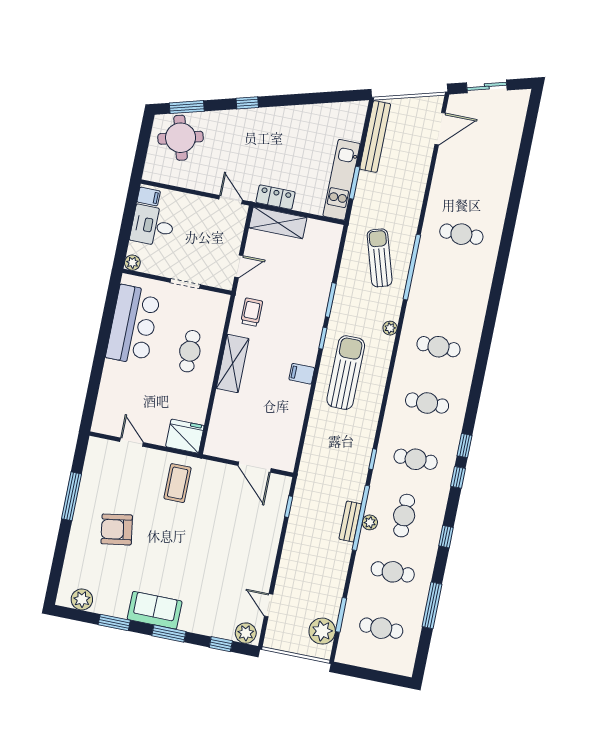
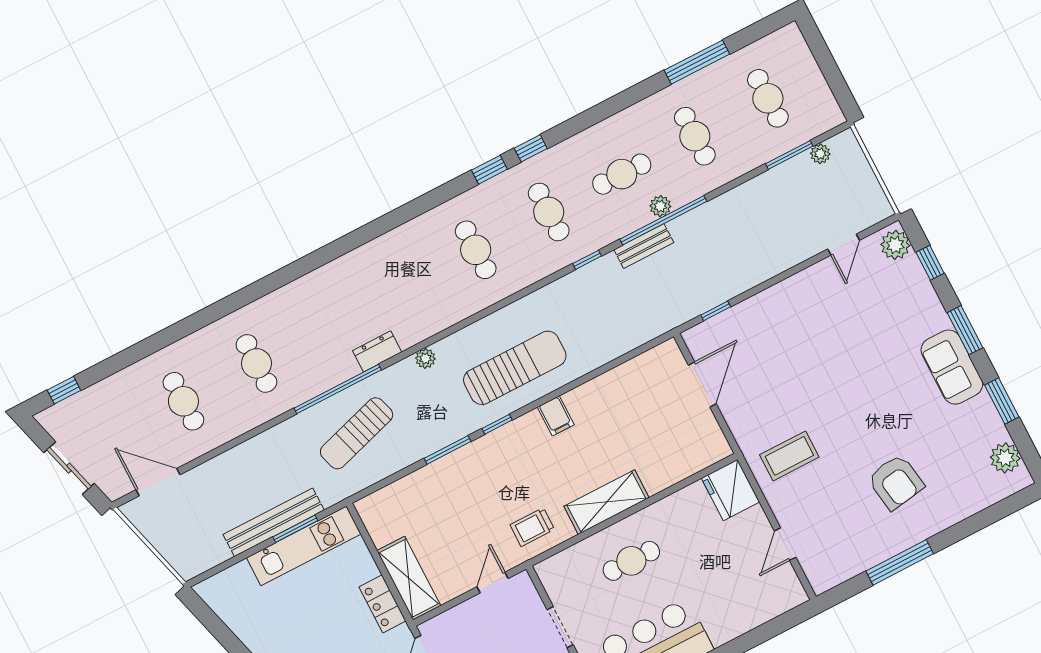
bench: (375, 137) -> (274, 522), moved
door: (239, 266) -> (493, 583), hinge flipped
dresser: (415, 305) -> (377, 351), added
cafe table: (438, 347) -> (183, 401), moved
sun lounger: (346, 373) -> (515, 368), turned 180
bench: (350, 521) -> (644, 246), moved
window: (446, 537) -> (64, 390), moved
plant: (322, 631) -> (820, 154), width x0.53, depth x0.53

